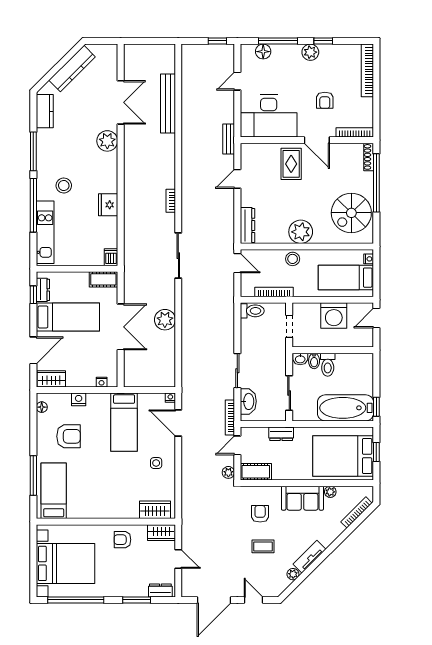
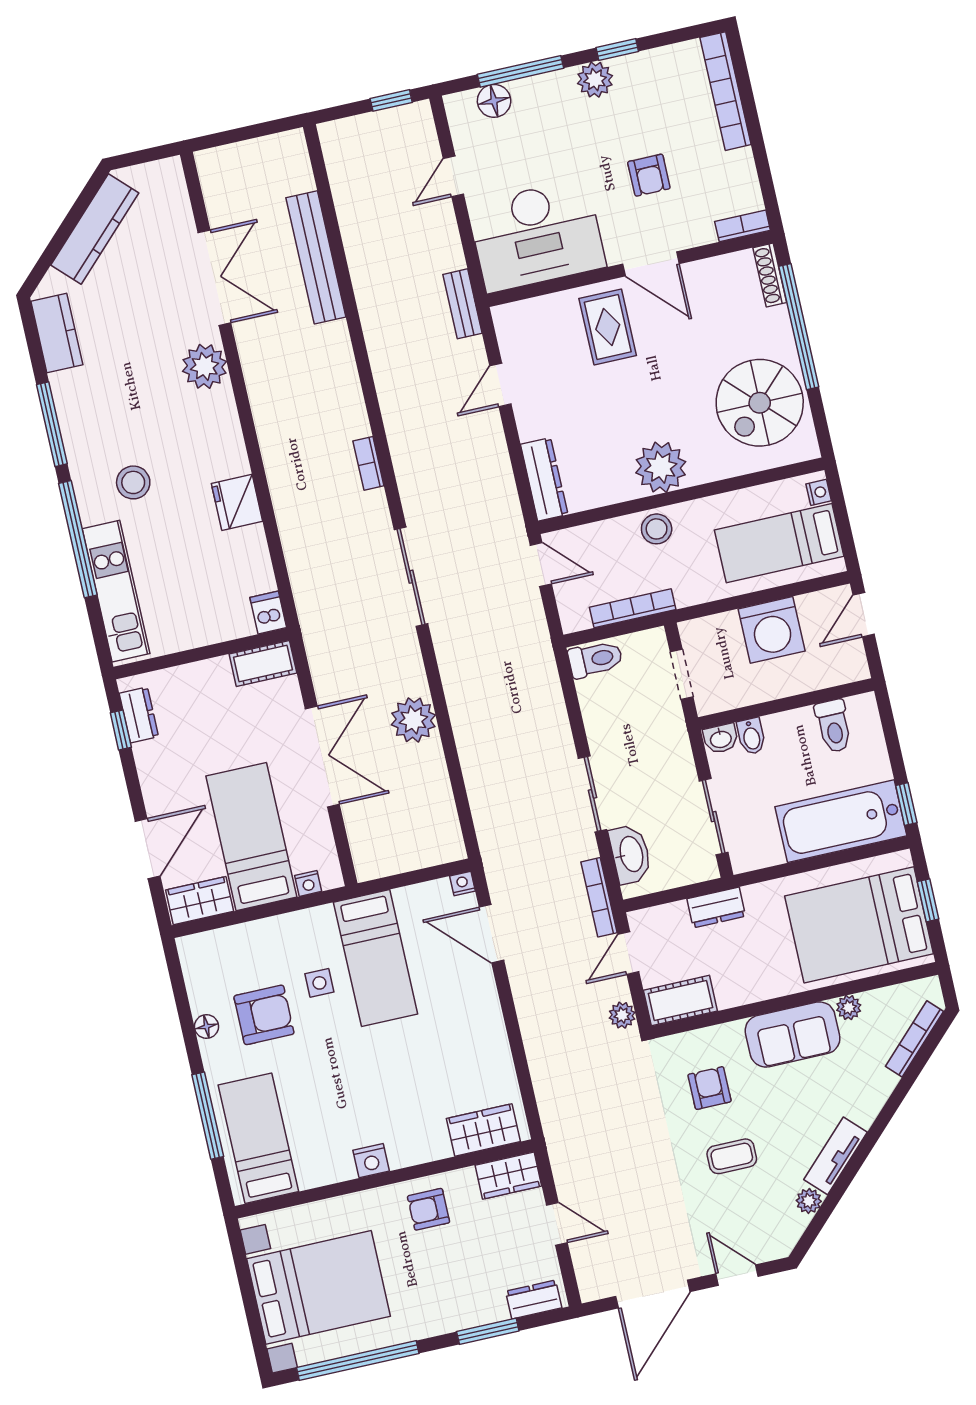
bookcase: (355, 132) -> (743, 226), width x0.64
bed: (68, 317) -> (251, 837), moved, turned -90
toilet: (328, 365) -> (834, 726), moved
nightstand: (79, 399) -> (371, 1161), moved, turned 180
floor lamp: (42, 407) -> (206, 1026), moved
side table: (156, 463) -> (319, 983), moved

